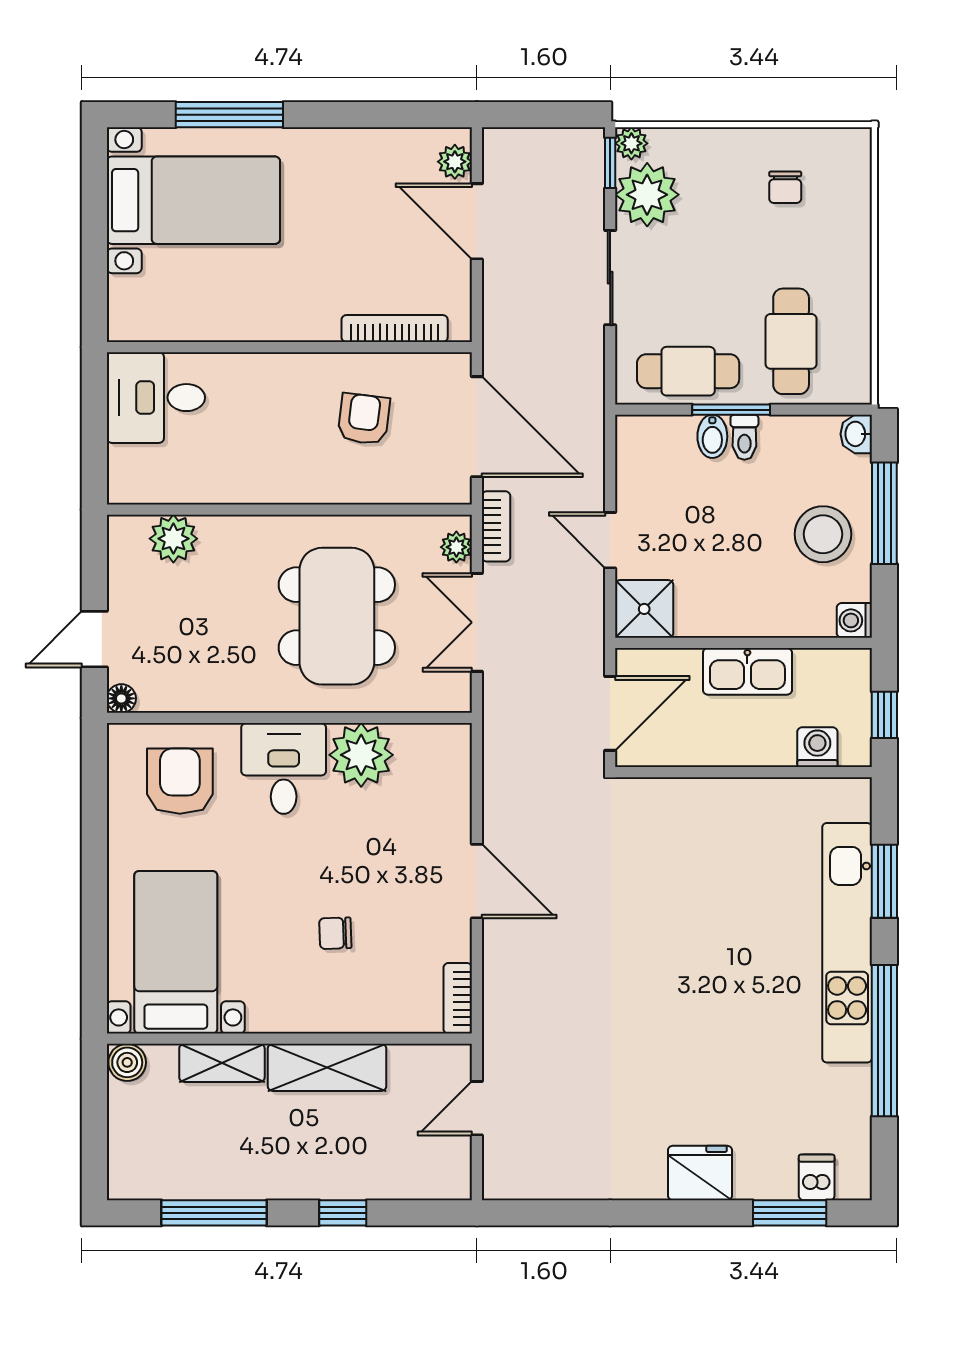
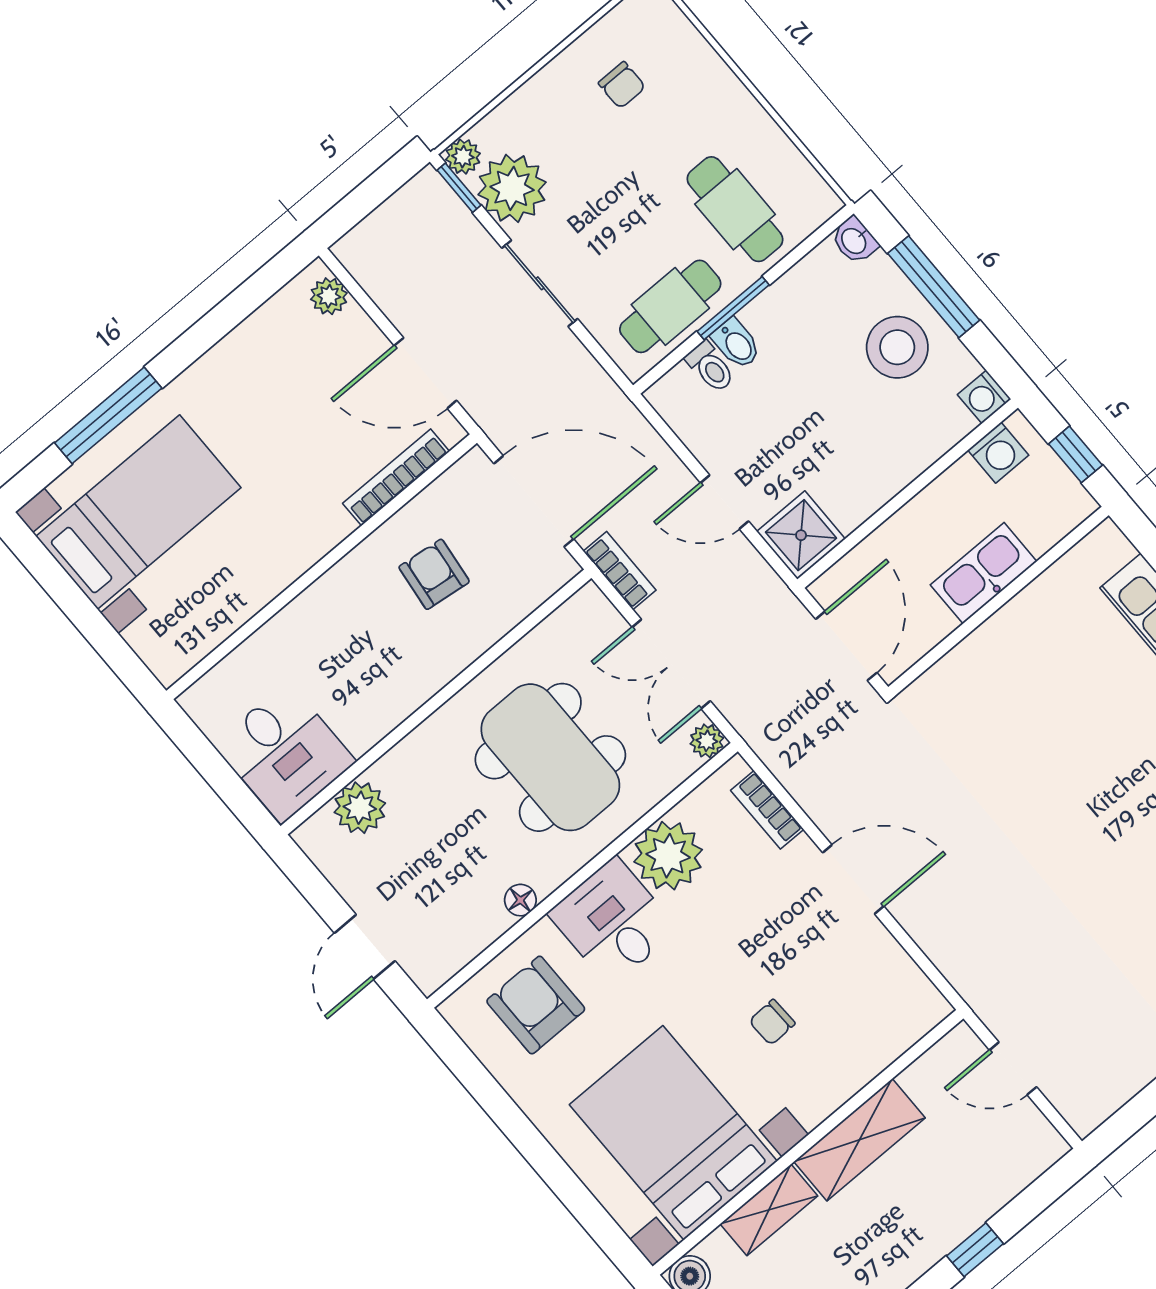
door: (477, 221) -> (425, 373), moved
desk: (156, 398) -> (285, 753), moved, turned -90
toilet: (744, 437) -> (710, 367), moved
plant: (456, 547) -> (707, 741), moved
kitchen sink: (747, 671) -> (984, 573), moved, turned 180
floor lamp: (121, 698) -> (520, 900), moved
washing machine: (817, 747) -> (998, 453), moved, turned 180
bed with nightstands: (176, 952) -> (673, 1133), width x1.36
bookcase: (458, 998) -> (767, 810), moved
door: (477, 1108) -> (1013, 1068), hinge flipped

